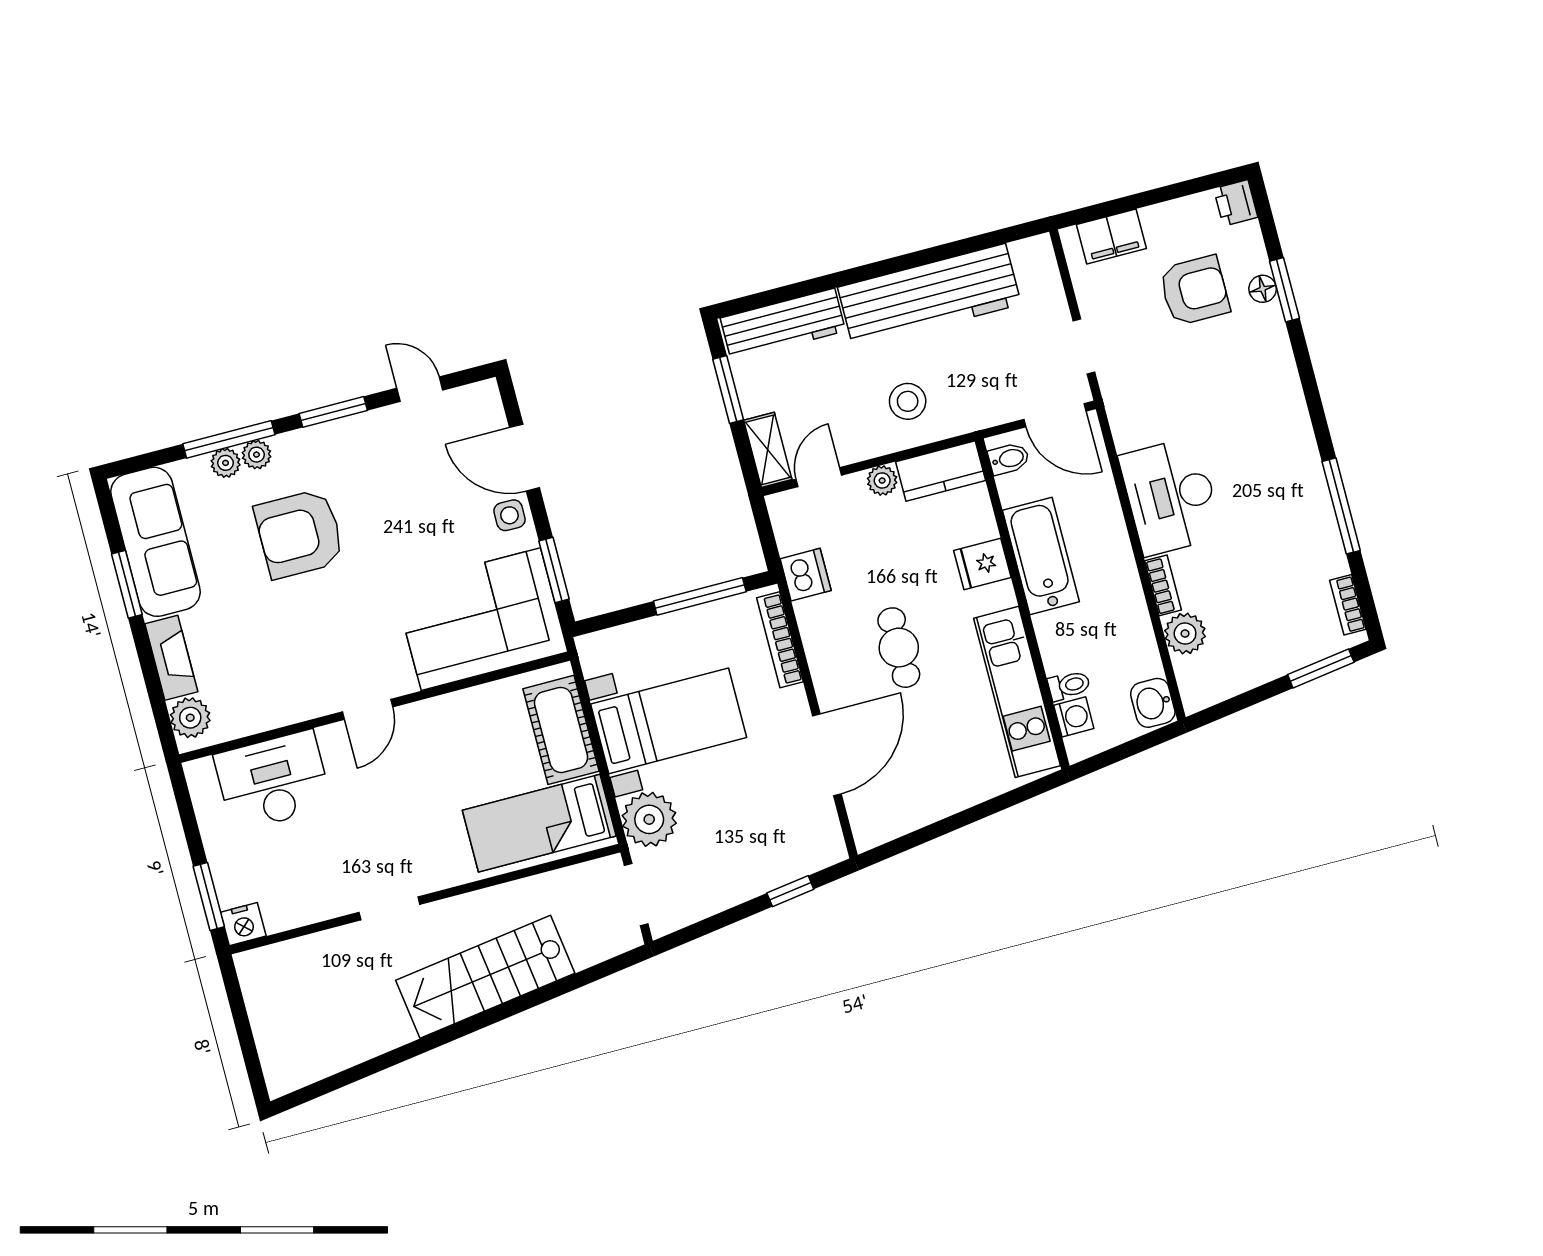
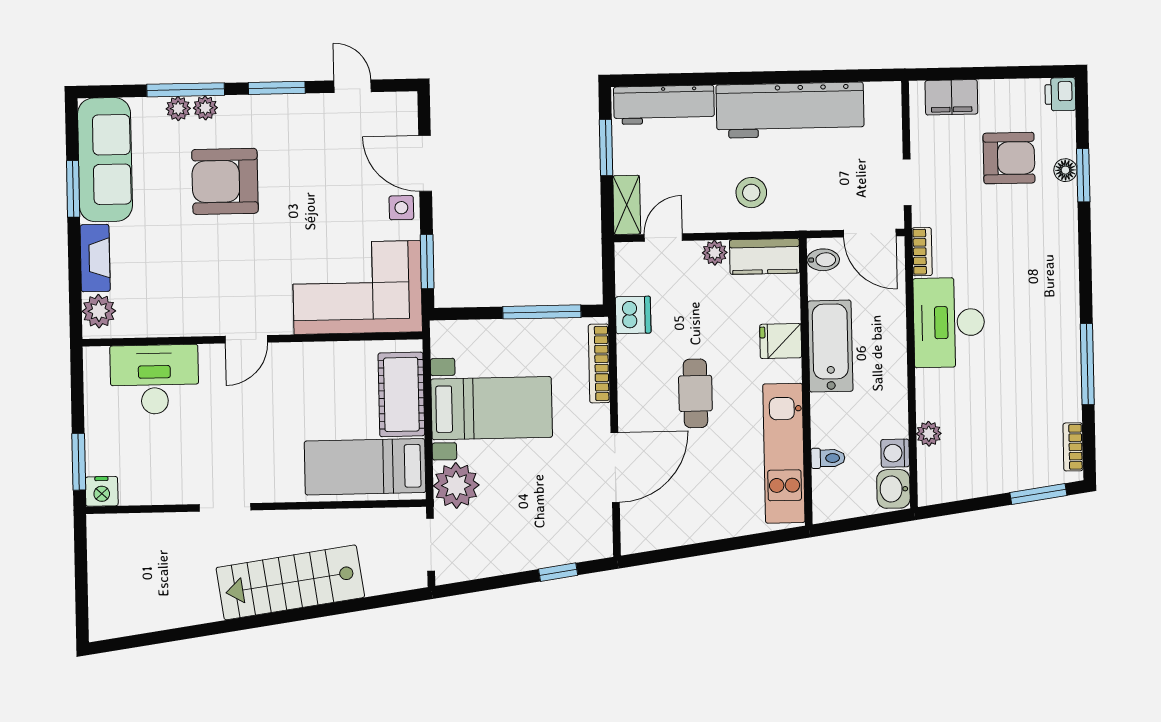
bookcase: (1163, 585) -> (922, 252), moved
plant: (1185, 633) -> (929, 434), width x0.73, depth x0.73
washing machine: (1074, 717) -> (895, 453), moved, turned 180

